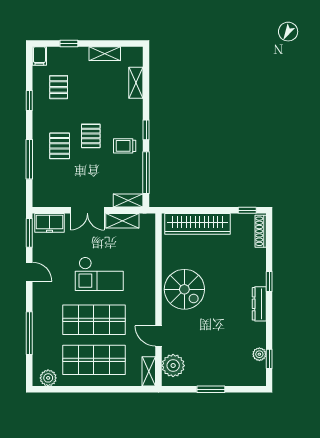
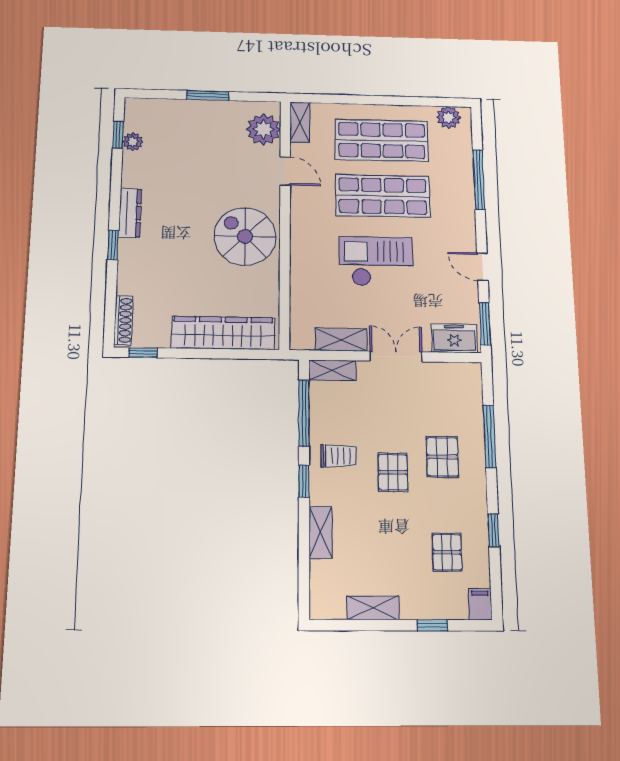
shelving: (136, 83) -> (321, 532), moved

